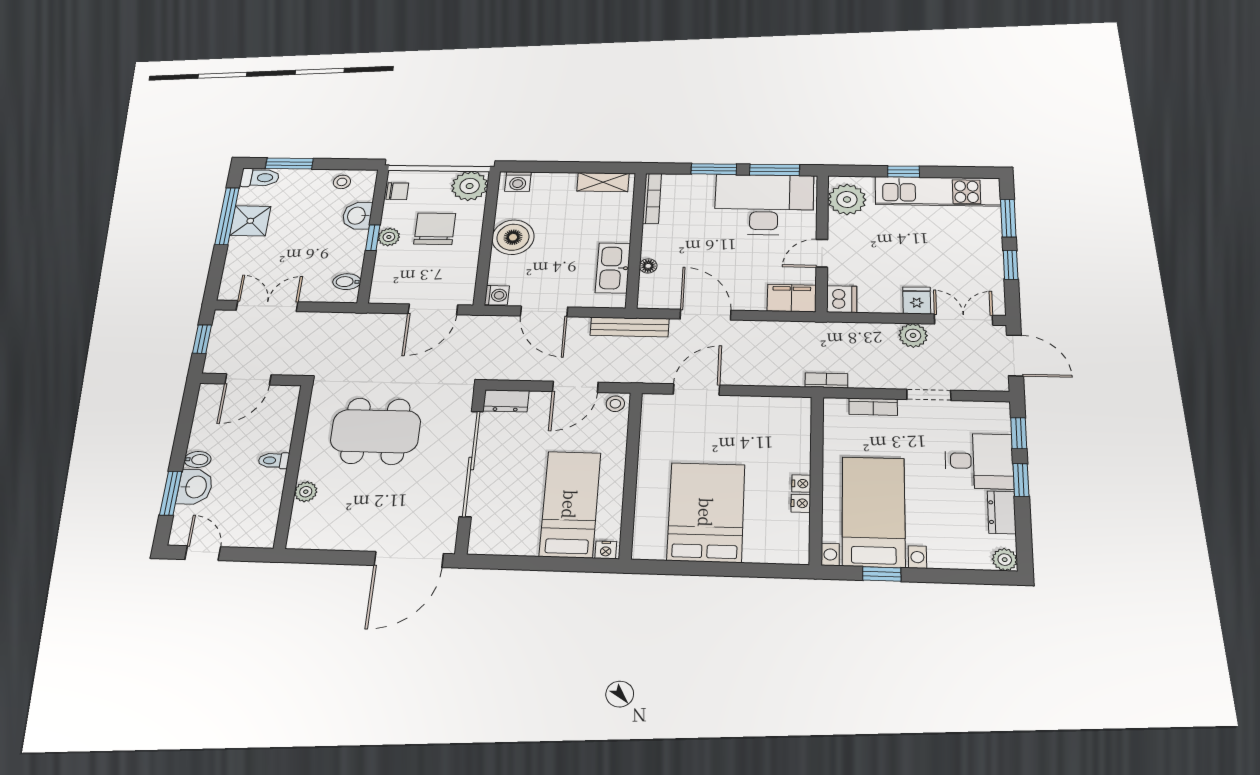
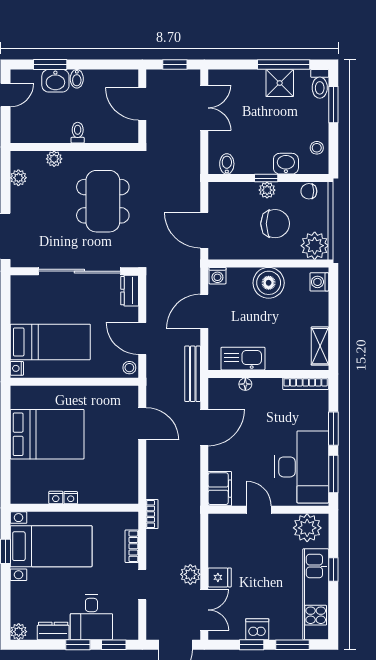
chair: (397, 191) -> (309, 191), turned 90
dishwasher: (842, 299) -> (257, 629), moved, turned 180
plant: (325, 539) -> (18, 178), added

